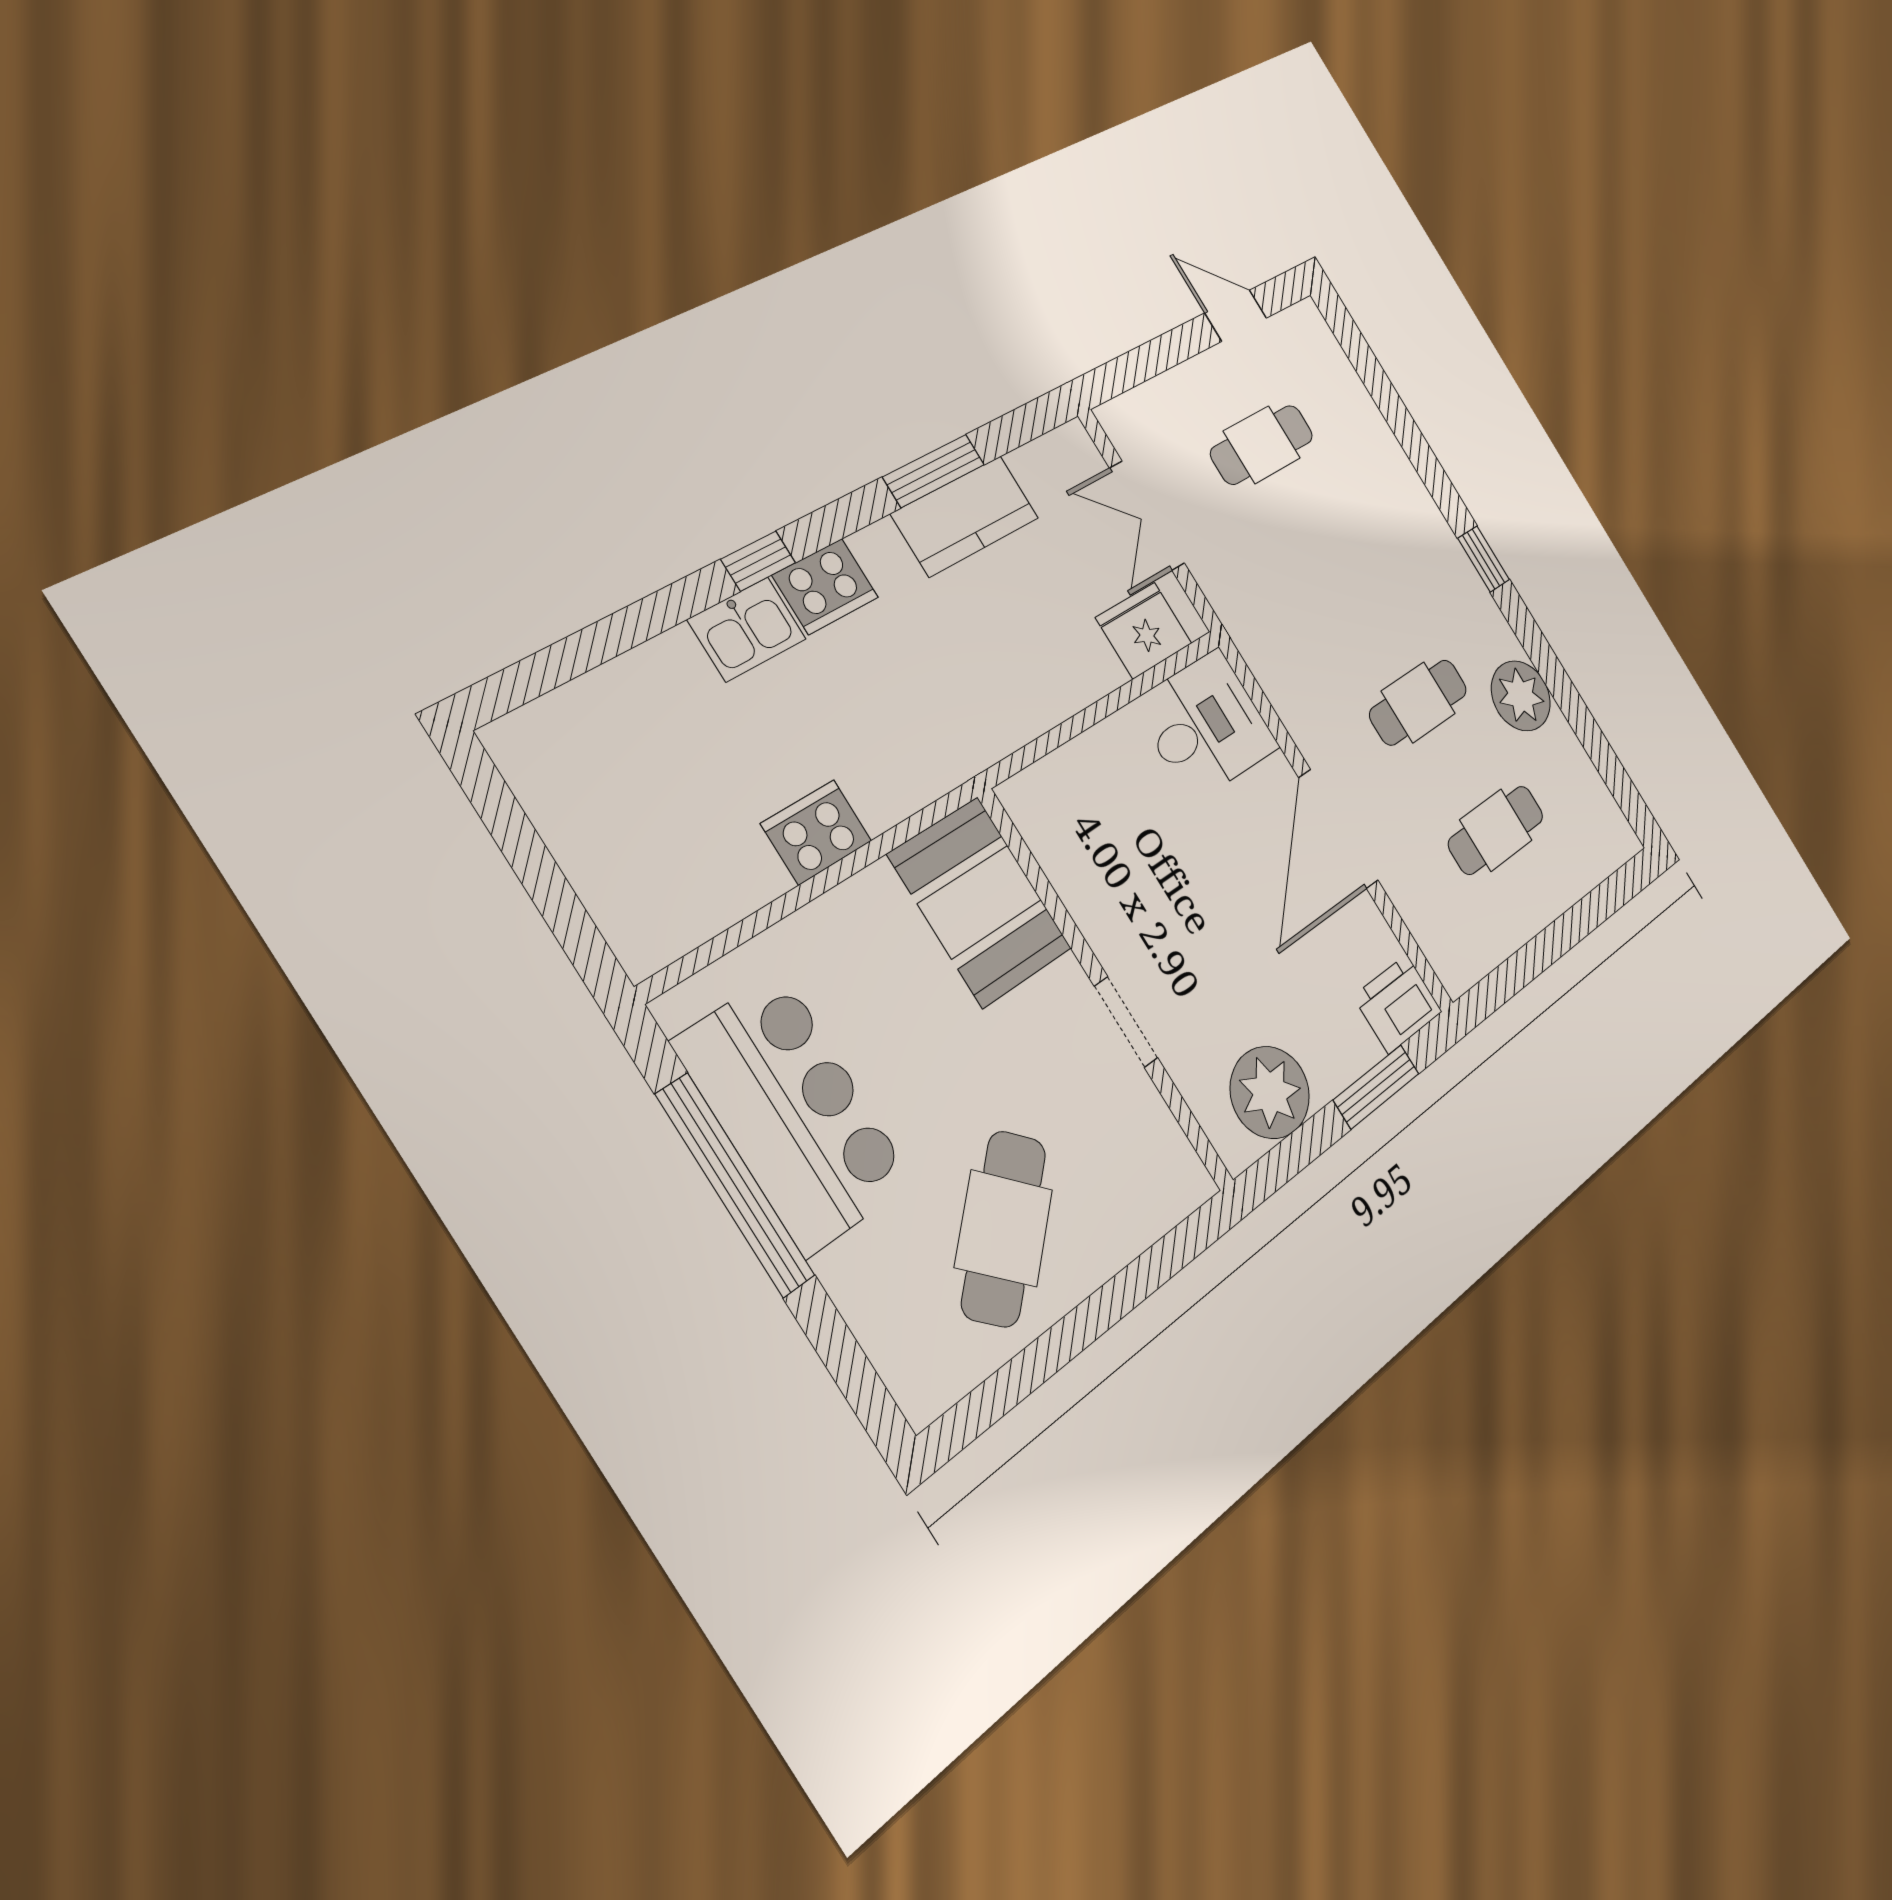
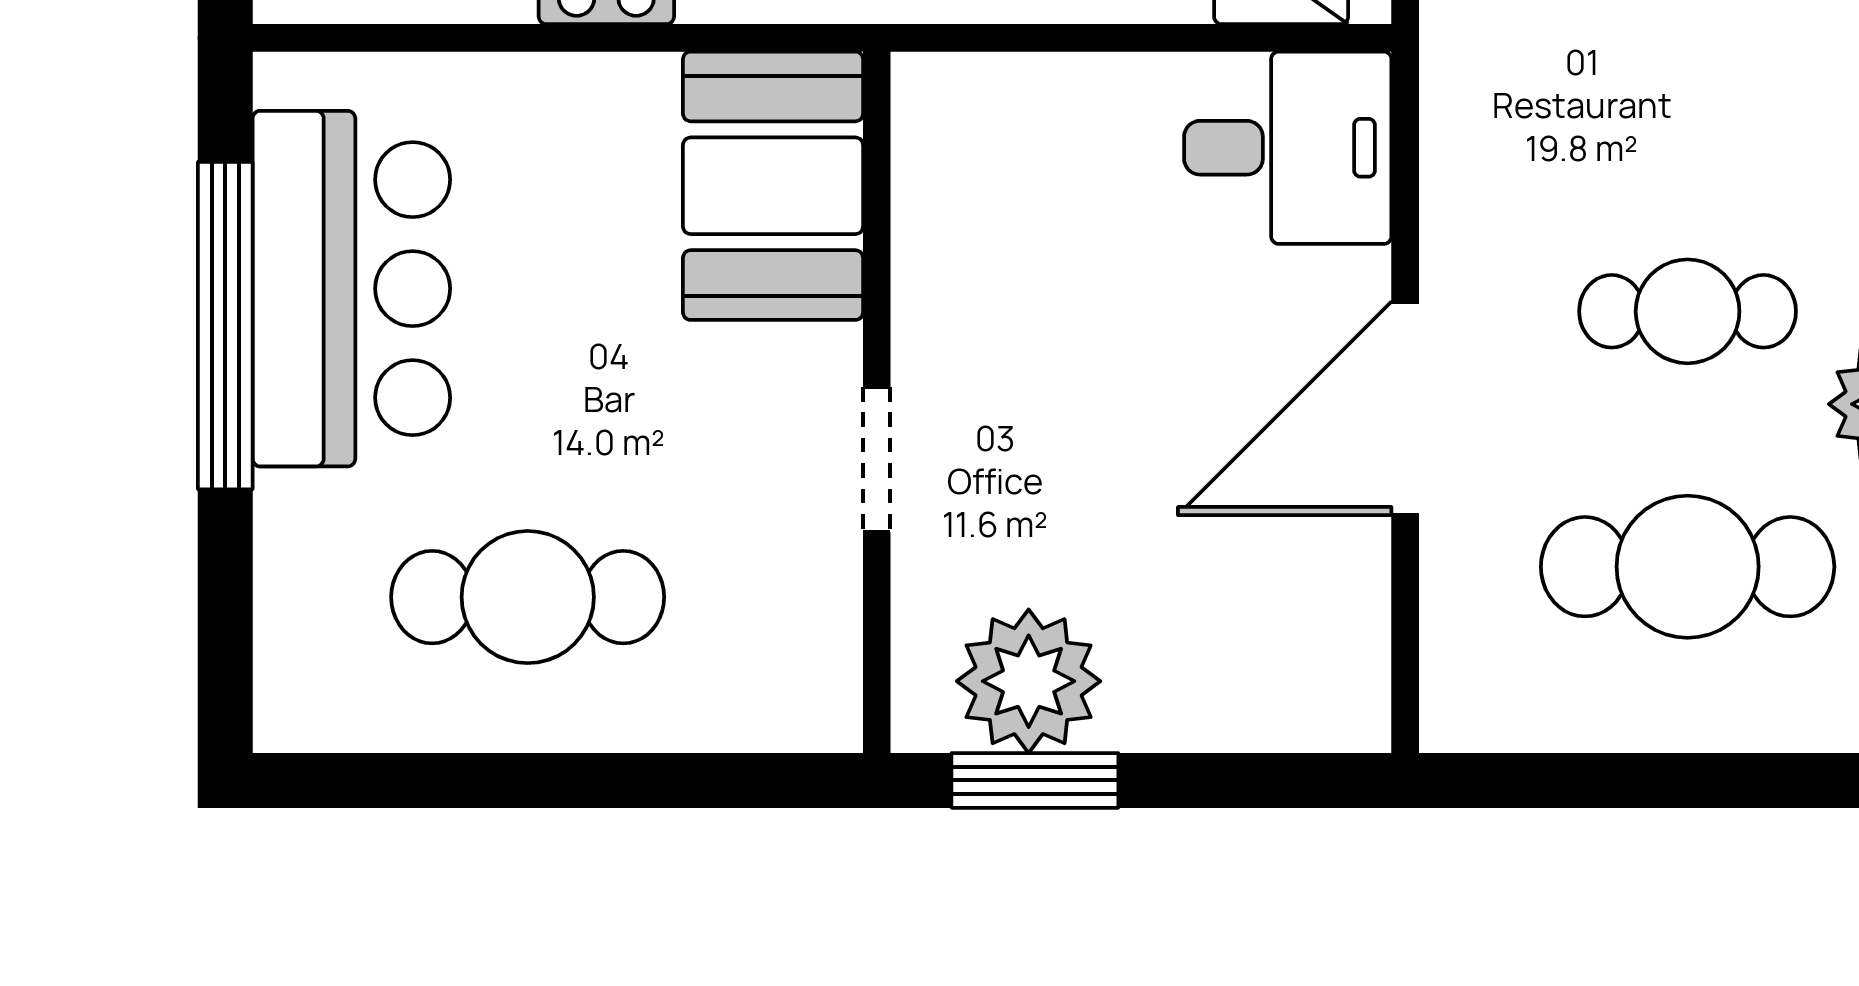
cafe table: (1496, 830) -> (1688, 567), width x1.37, depth x1.35
printer: (1398, 1004) -> (1324, 697), removed
window: (1376, 1087) -> (1035, 780), moved
cafe table: (1004, 1228) -> (528, 597), turned 44

